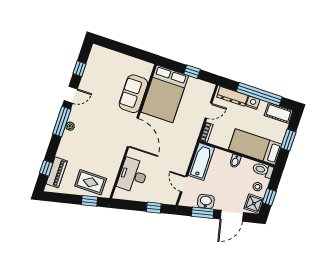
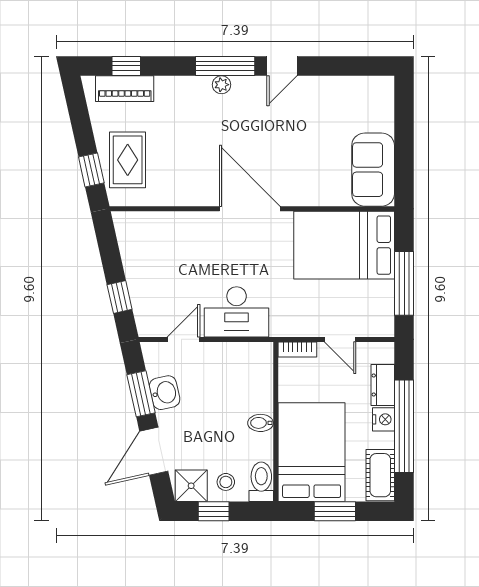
window: (79, 69) -> (338, 66), removed
window: (192, 72) -> (404, 283), width x2.17
sofa: (133, 94) -> (373, 170), moved, turned -90
door: (71, 95) -> (282, 66), hinge flipped
dresser: (232, 96) -> (383, 385), width x0.70
door: (133, 132) -> (250, 209), swing flipped
bed: (255, 147) -> (312, 452), width x1.50
bathtub: (201, 161) -> (238, 358), removed
desk: (133, 175) -> (237, 312), moved, turned 180
door: (232, 216) -> (154, 451), hinge flipped

